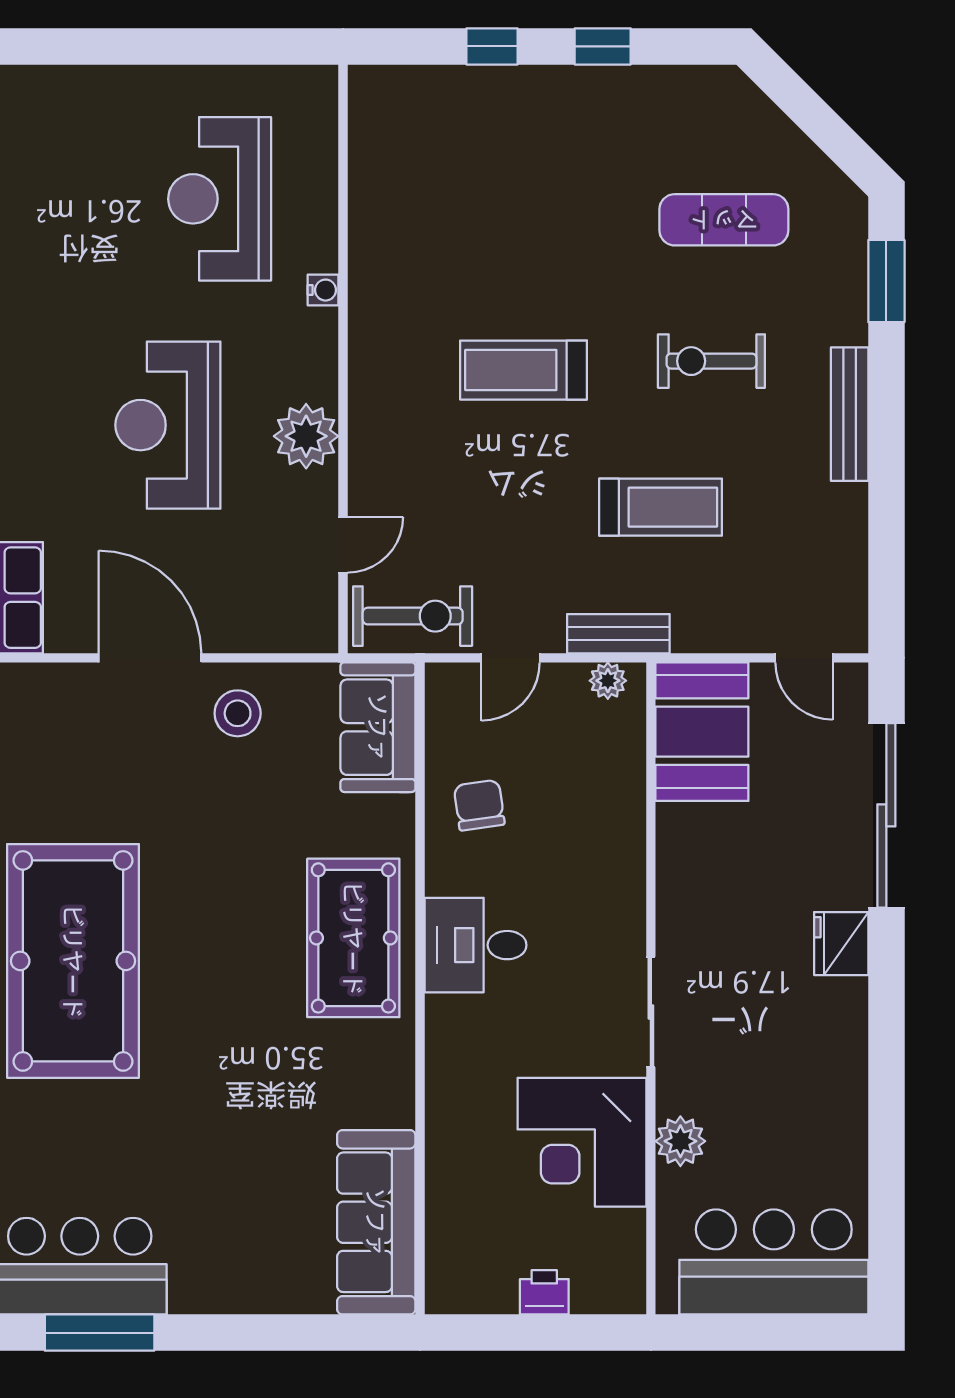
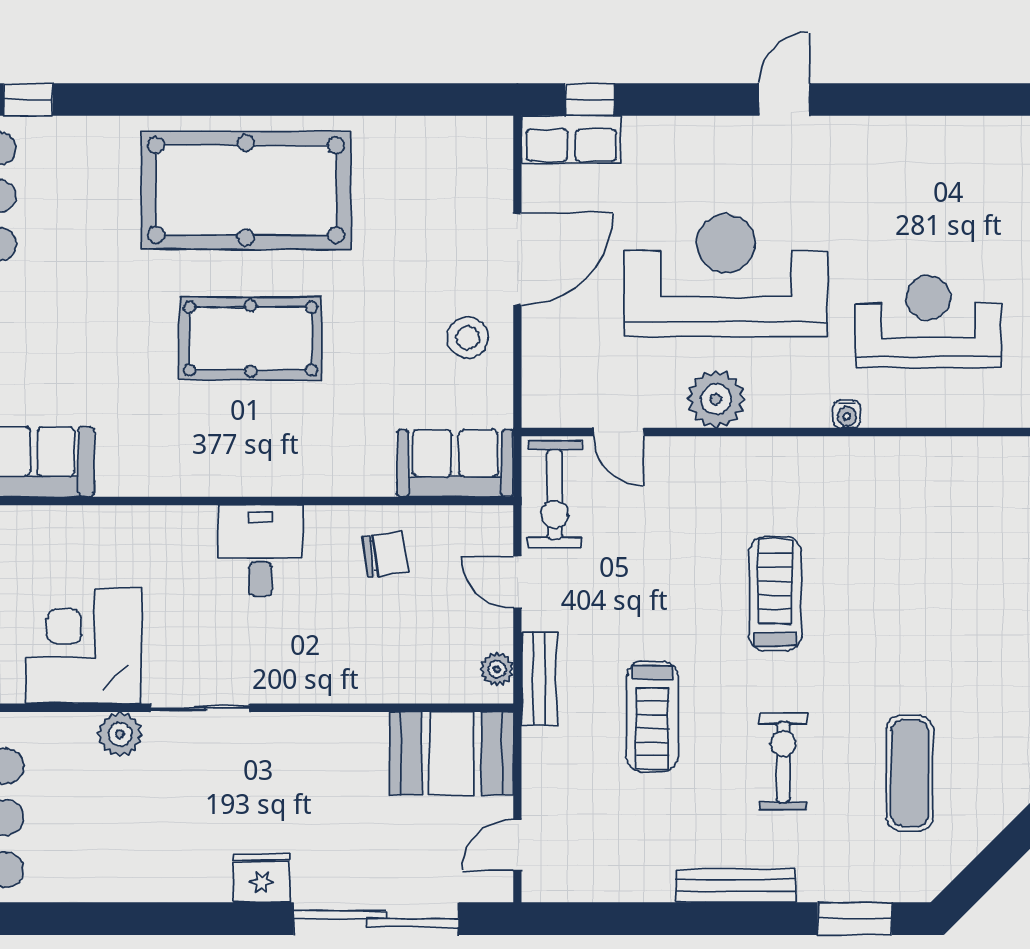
reception desk: (168, 425) -> (726, 275), width x1.36, depth x1.30
pool table: (353, 938) -> (251, 339), moved
plant: (680, 1141) -> (120, 734), moved

